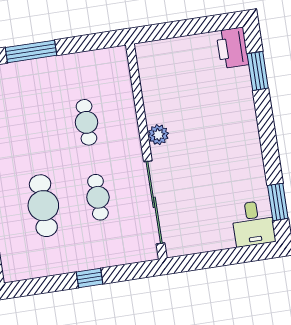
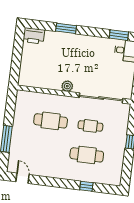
window: (258, 71) -> (66, 28), moved
cafe table: (86, 122) -> (51, 121), width x1.37, depth x1.35

